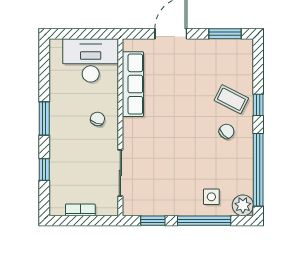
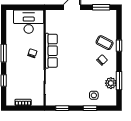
row of seats: (133, 84) -> (51, 51), moved
window: (258, 170) -> (119, 81), width x0.47
plant: (243, 205) -> (111, 83), moved
window: (204, 221) -> (90, 108), width x0.46

